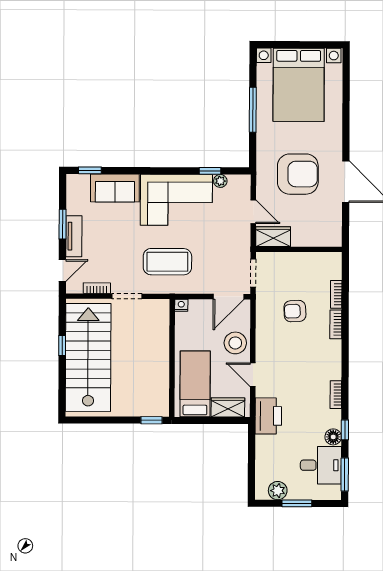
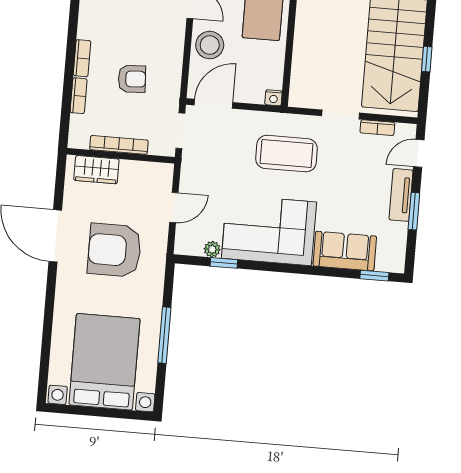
door: (253, 212) -> (174, 207), swing flipped
wardrobe: (273, 237) -> (96, 170), moved
bookcase: (301, 258) -> (119, 145), added

